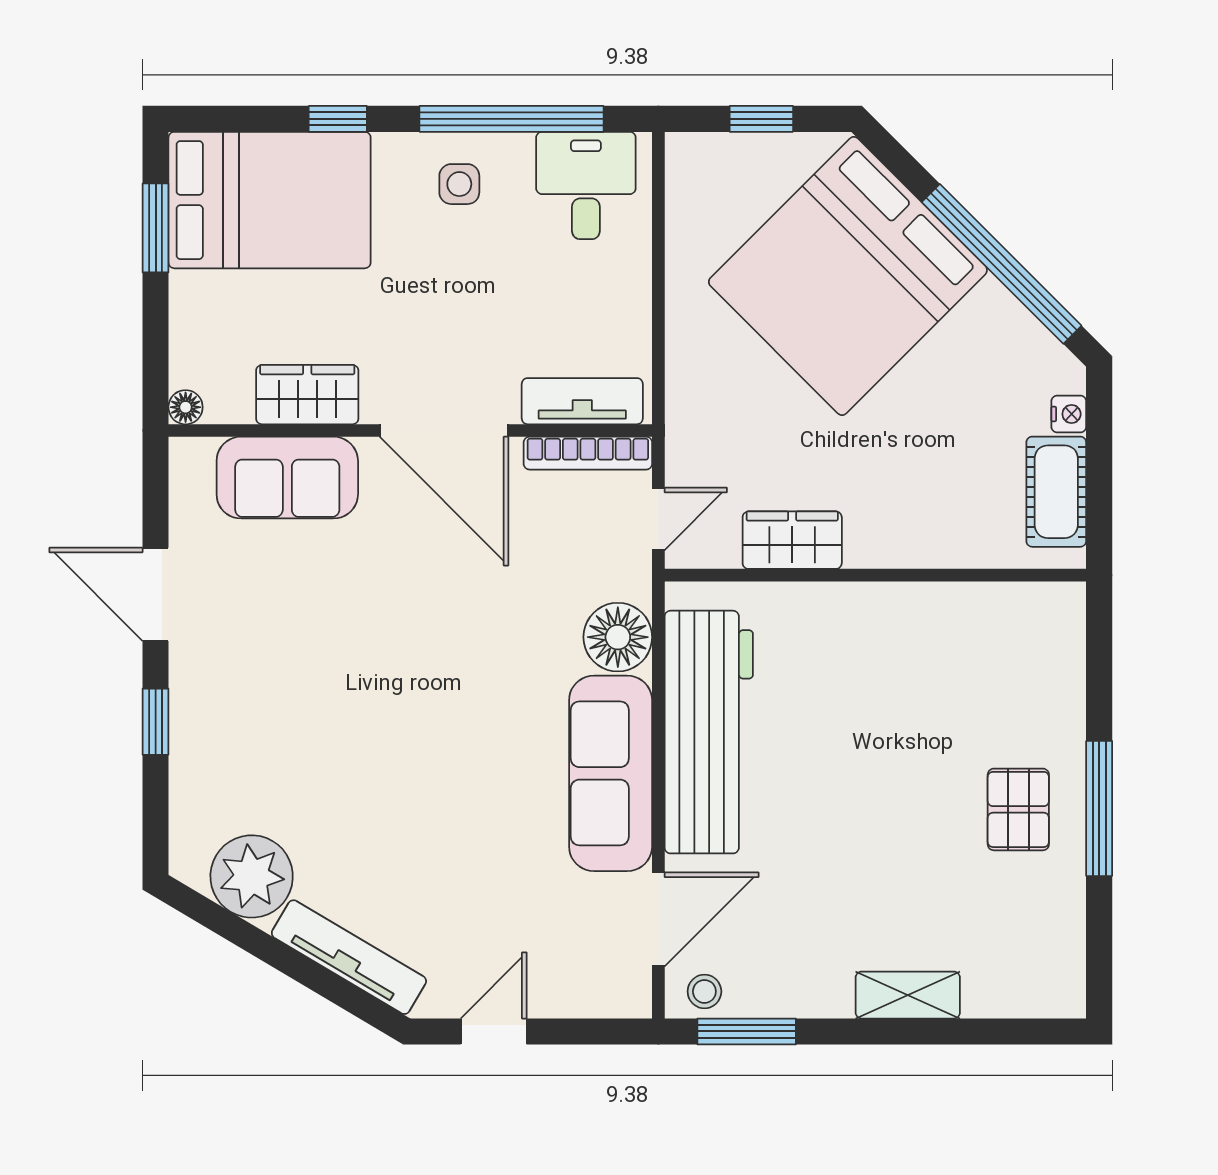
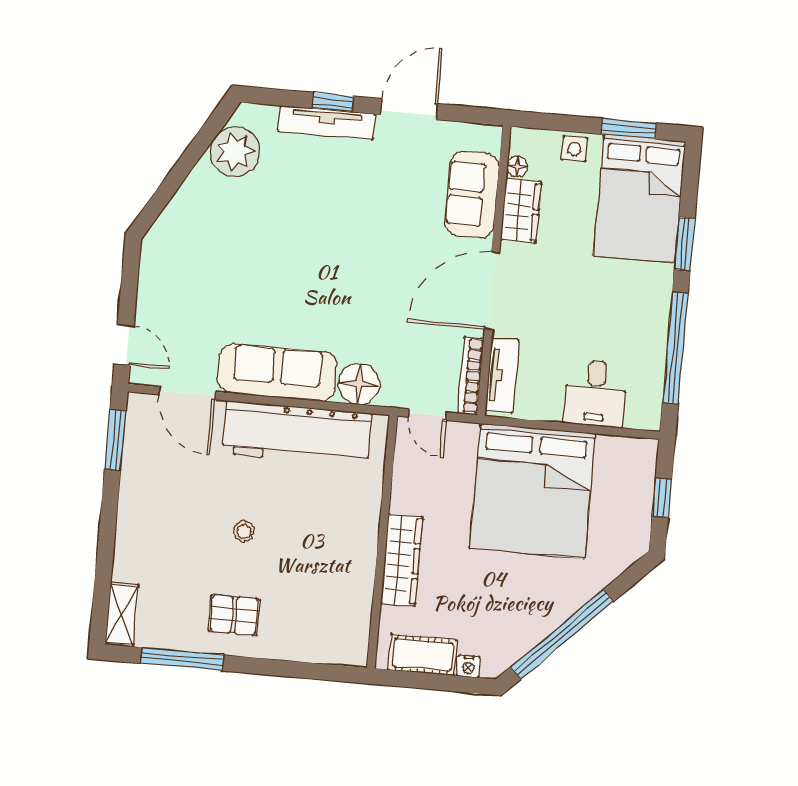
window: (338, 119) -> (685, 244), width x1.50
side table: (459, 184) -> (574, 149), moved
desk: (586, 186) -> (595, 393), moved, turned 90
bed: (848, 276) -> (532, 491), moved, turned -135
floor lamp: (186, 407) -> (517, 167), moved
wardrobe: (792, 540) -> (402, 560), moved, width x1.50
window: (1099, 808) -> (182, 659), moved
tv unit: (349, 957) -> (327, 123), moved, turned 59
stool: (704, 991) -> (244, 531), moved
shelving: (908, 995) -> (122, 615), moved
door: (494, 1031) -> (124, 345), moved

